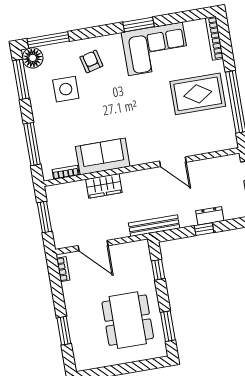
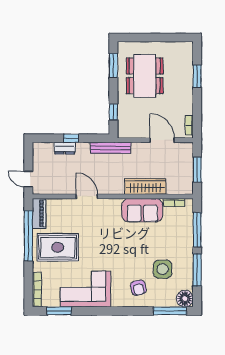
window: (139, 24) -> (59, 311), moved
window: (21, 79) -> (197, 270), moved
piano: (227, 131) -> (39, 213), added
wardrobe: (104, 186) -> (145, 187), width x1.50

